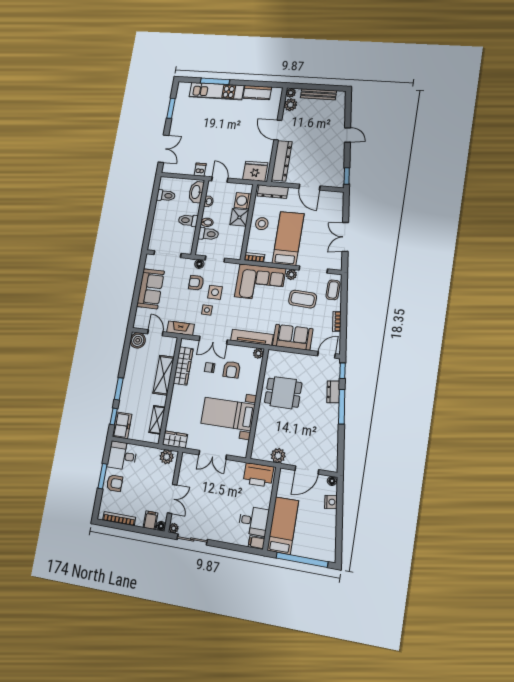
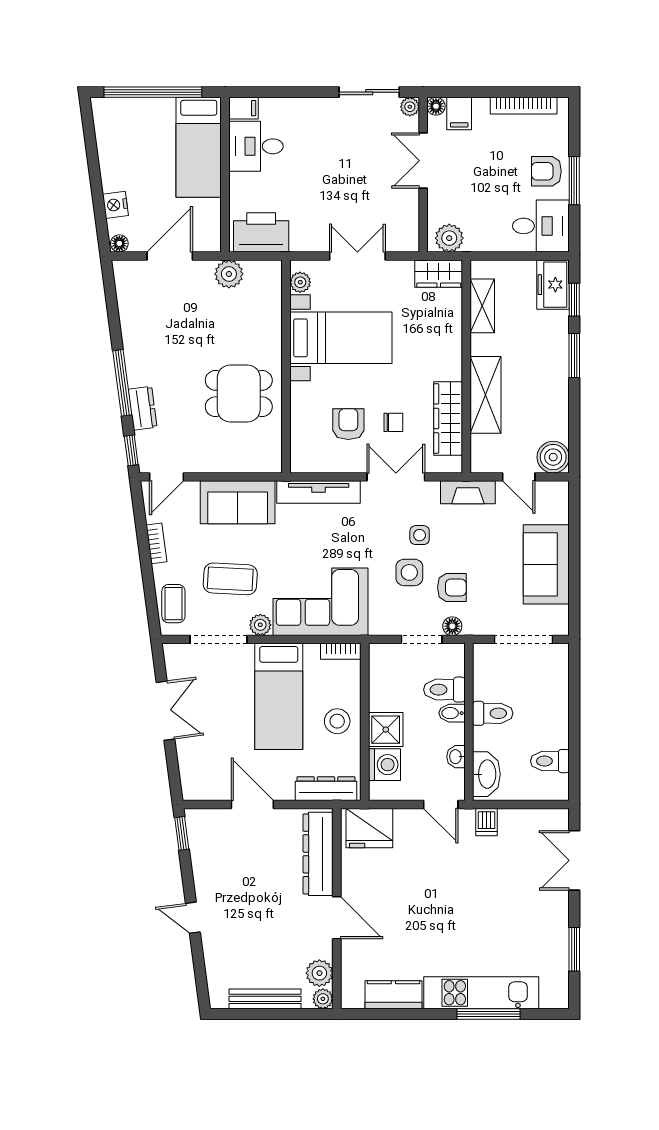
plant: (258, 353) -> (300, 282), moved

